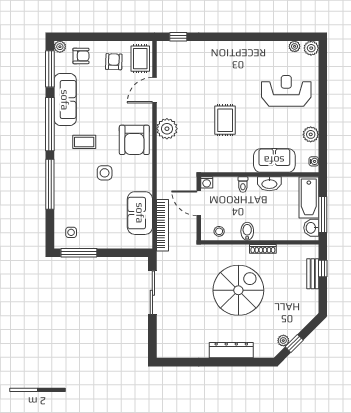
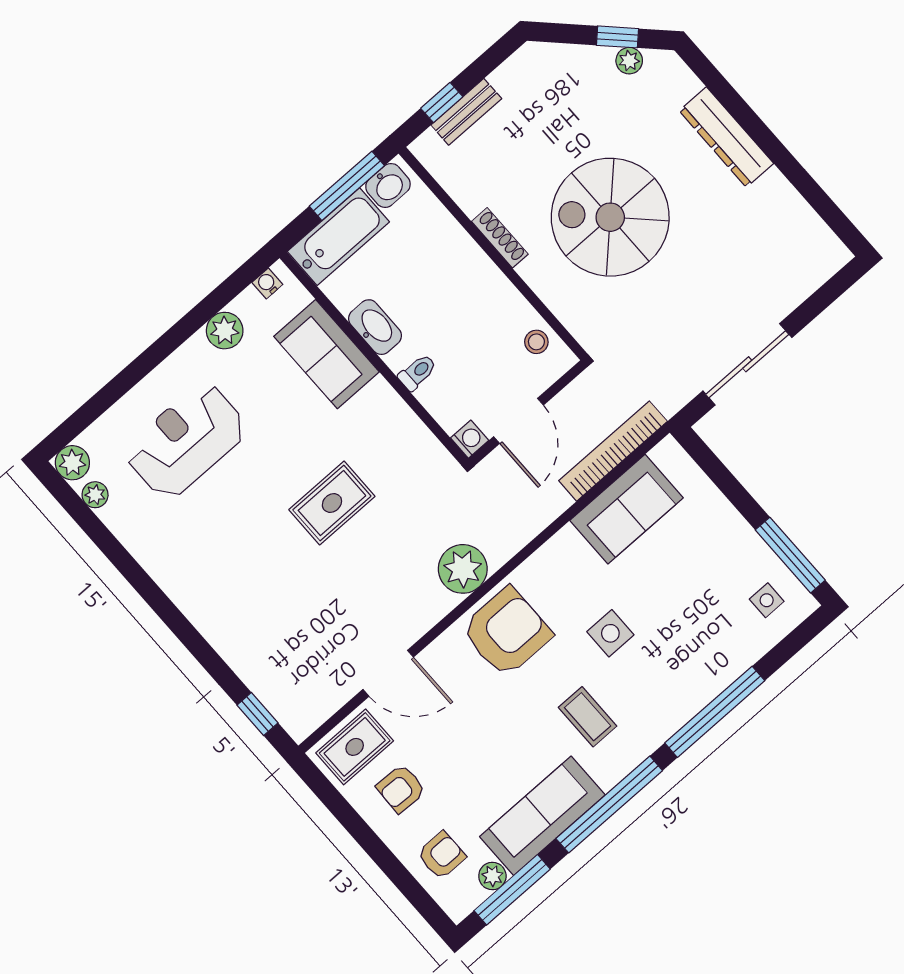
plant: (60, 47) -> (492, 876), moved
armchair: (81, 56) -> (442, 855), turned 90
reception desk: (286, 91) -> (186, 441), turned 90
plant: (167, 129) -> (463, 569), moved
bidet: (247, 231) -> (493, 293), removed

